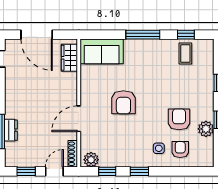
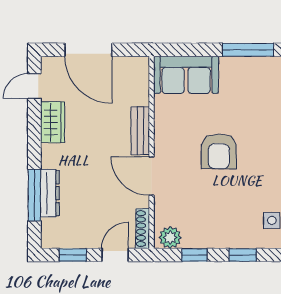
wardrobe: (69, 58) -> (53, 122), moved, turned 180
bench: (71, 89) -> (140, 131), added
door: (79, 119) -> (152, 176), hinge flipped
dresser: (11, 130) -> (50, 193), width x1.44

